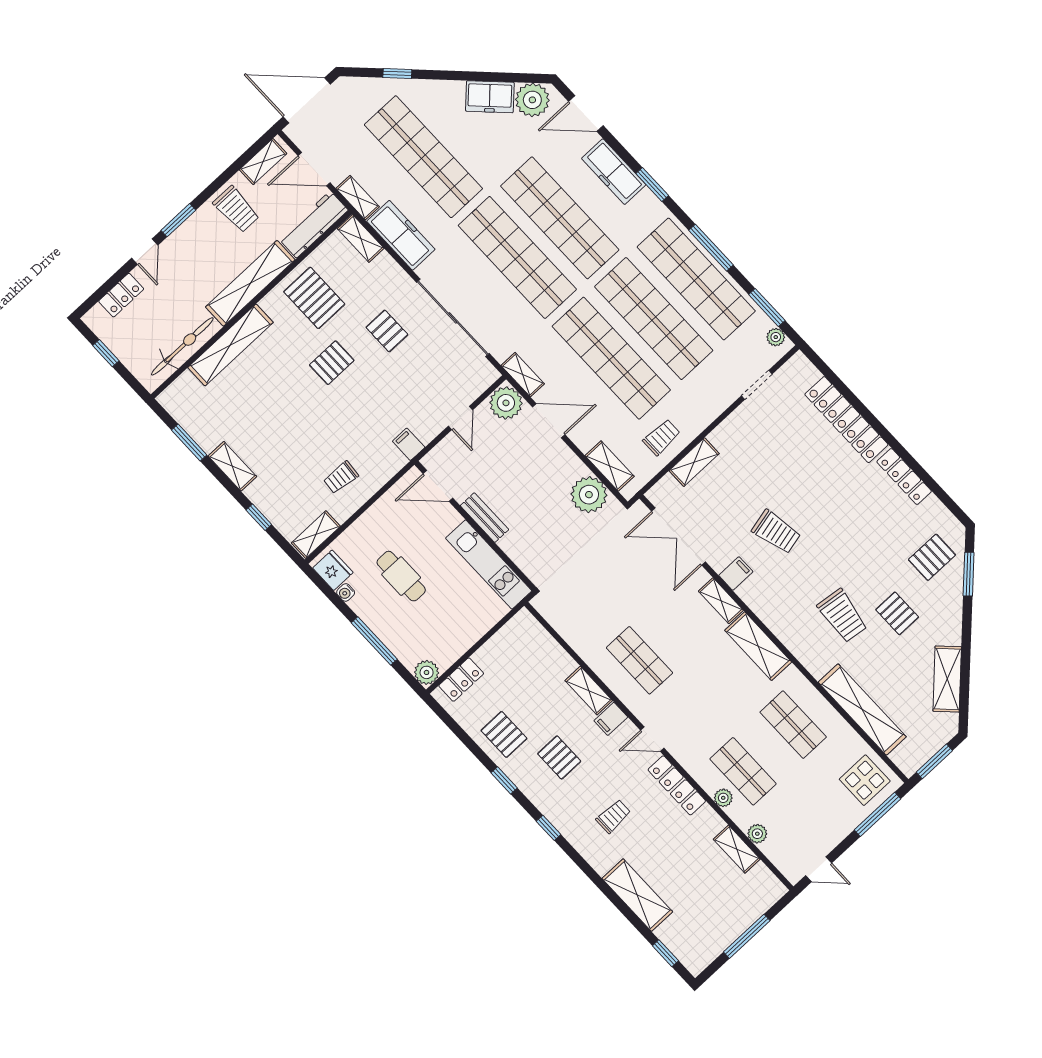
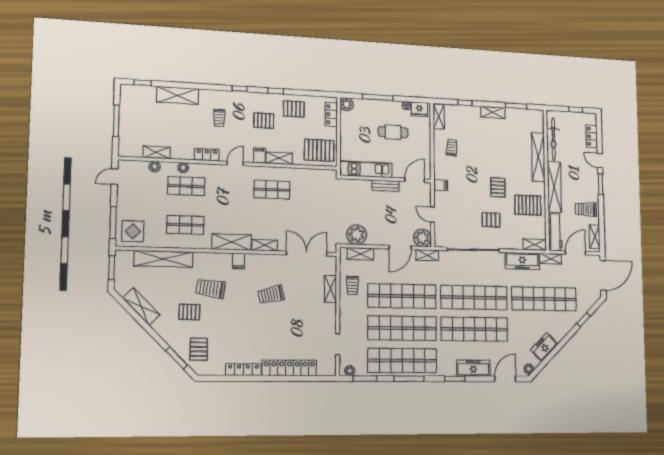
plant: (532, 100) -> (529, 369), width x0.53, depth x0.53
filing cabinet: (736, 573) -> (239, 261), moved
pallet: (526, 650) -> (319, 150), added
locker: (677, 785) -> (207, 155), width x0.66

